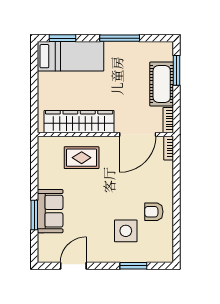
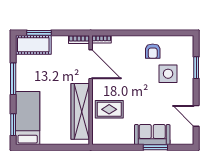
cot: (162, 84) -> (33, 45), moved
rug: (82, 158) -> (109, 109), turned 90

